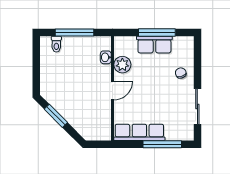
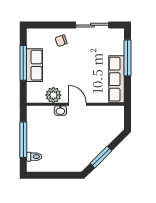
washbasin: (106, 57) -> (60, 111), moved

